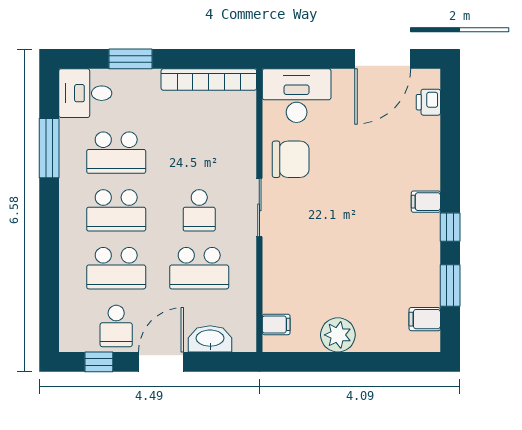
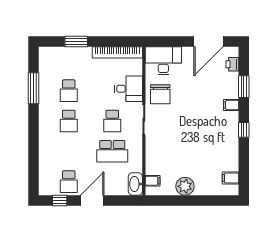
desk: (85, 93) -> (128, 89), moved, turned 180
school desk: (116, 153) -> (69, 91), width x0.54
chair: (291, 159) -> (160, 94), turned 90
filing cabinet: (426, 202) -> (231, 105), moved
school desk: (116, 210) -> (69, 121), width x0.54
school desk: (116, 268) -> (69, 151), removed
window: (450, 286) -> (244, 87), moved
washbasin: (210, 339) -> (135, 184), moved, turned -90

